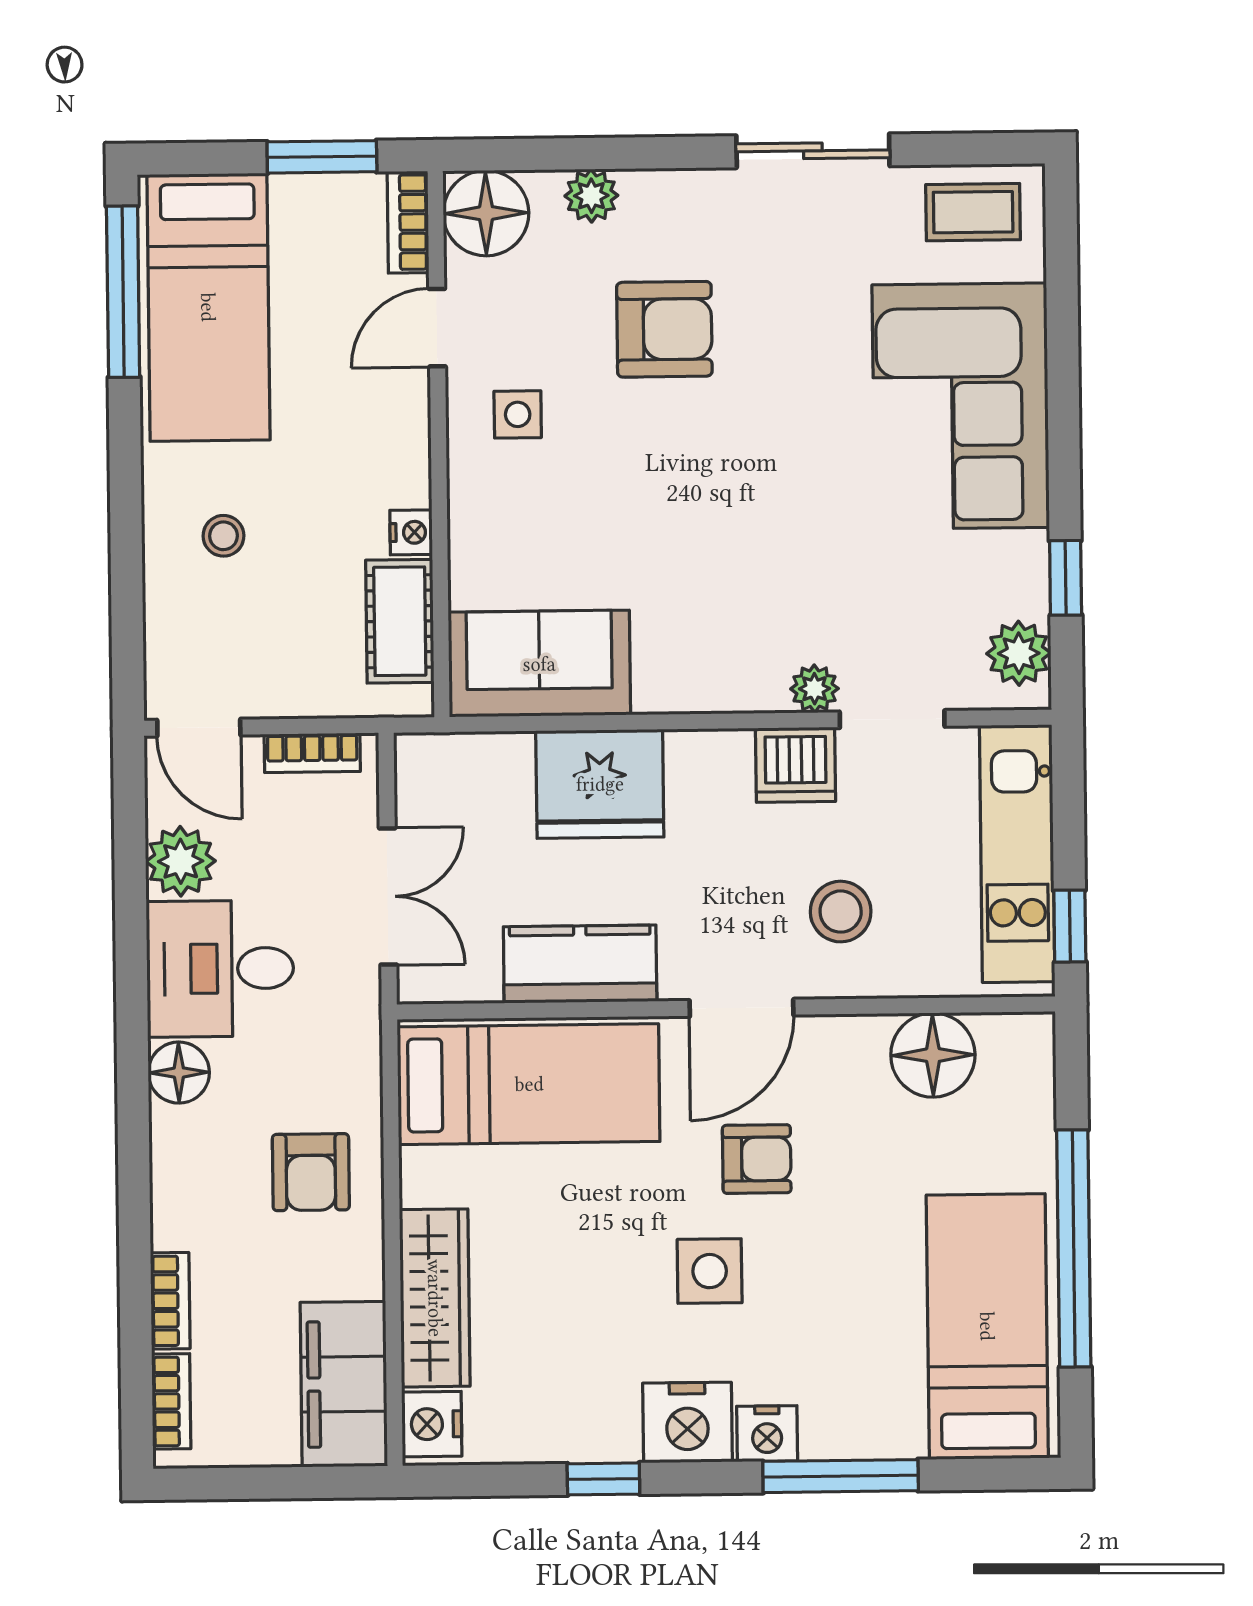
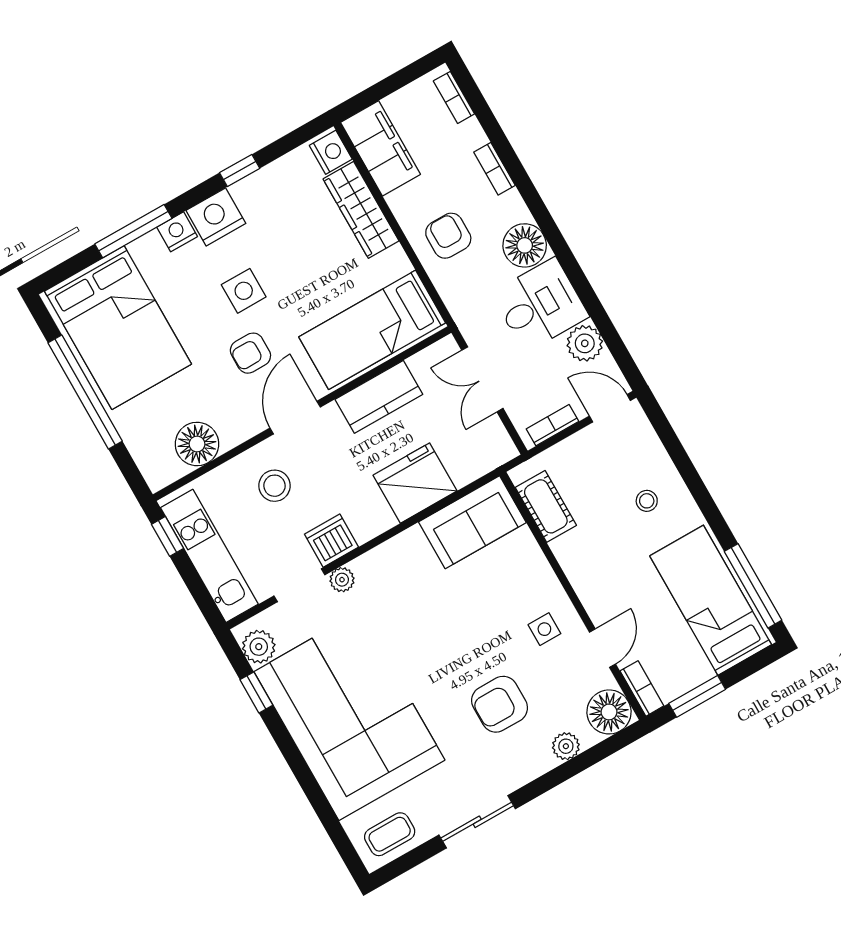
corner sofa: (961, 406) -> (349, 716), width x1.36, depth x1.36
nightstand: (411, 532) -> (563, 549), removed
floor lamp: (179, 1073) -> (525, 245), width x1.38, depth x1.38
bookcase: (170, 1301) -> (494, 169), moved
bed: (987, 1326) -> (118, 328), width x1.50

